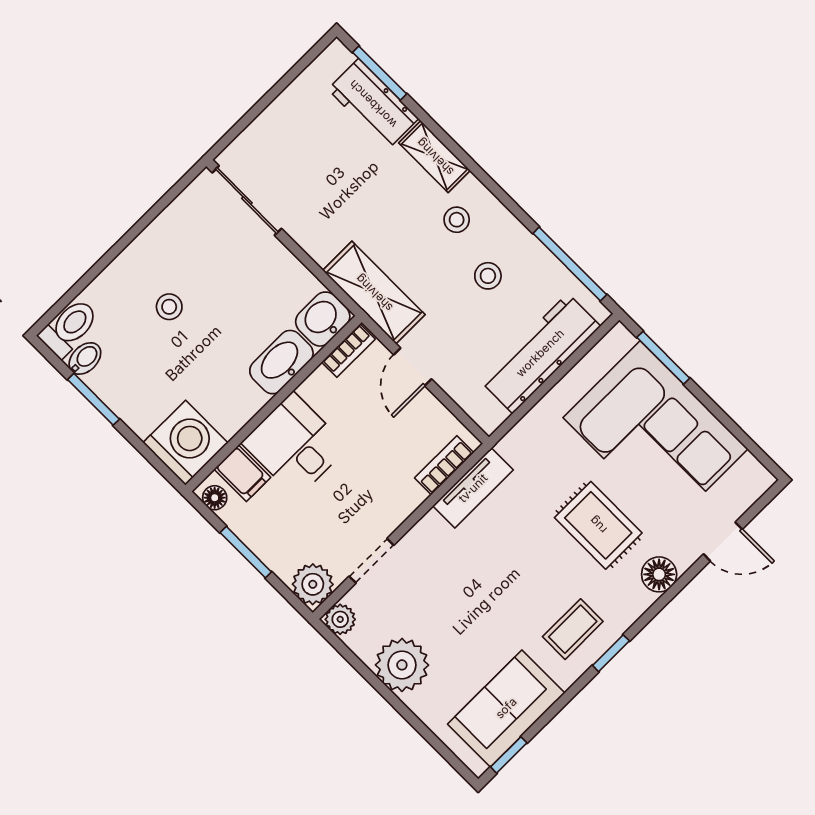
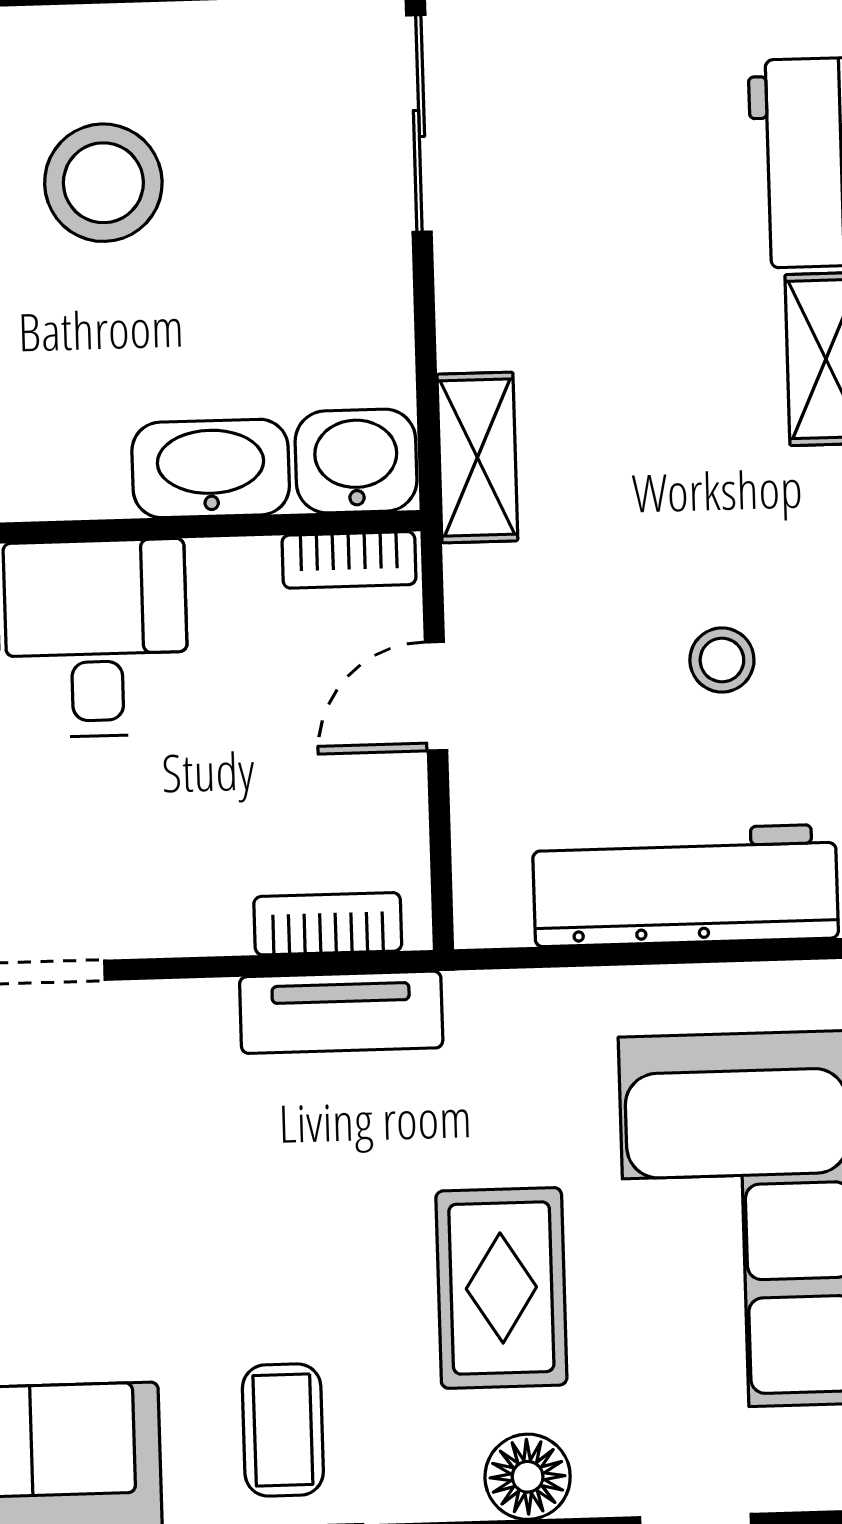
stool: (457, 220) -> (760, 508), removed
shelving: (374, 293) -> (477, 457), width x0.67, depth x0.75
stool: (169, 307) -> (103, 183), width x1.89, depth x1.89
coffee table: (573, 629) -> (283, 1430), turned 90

